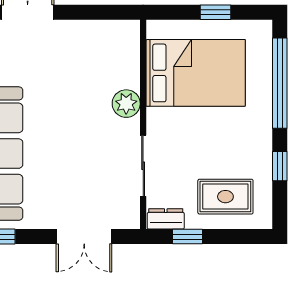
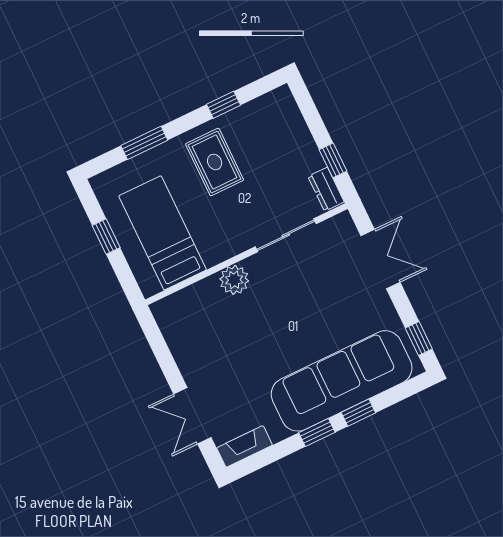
bed: (196, 73) -> (163, 233), width x0.67
window: (280, 83) -> (144, 143), width x0.47
rug: (225, 197) -> (215, 162), moved

